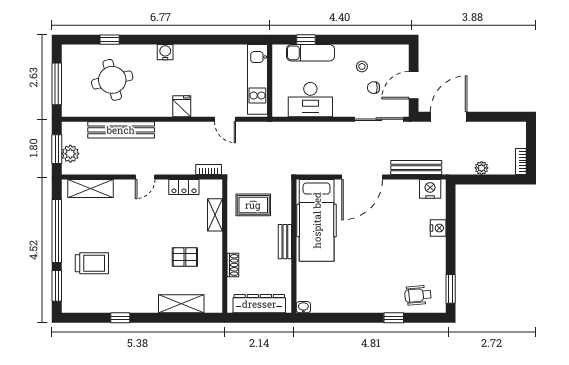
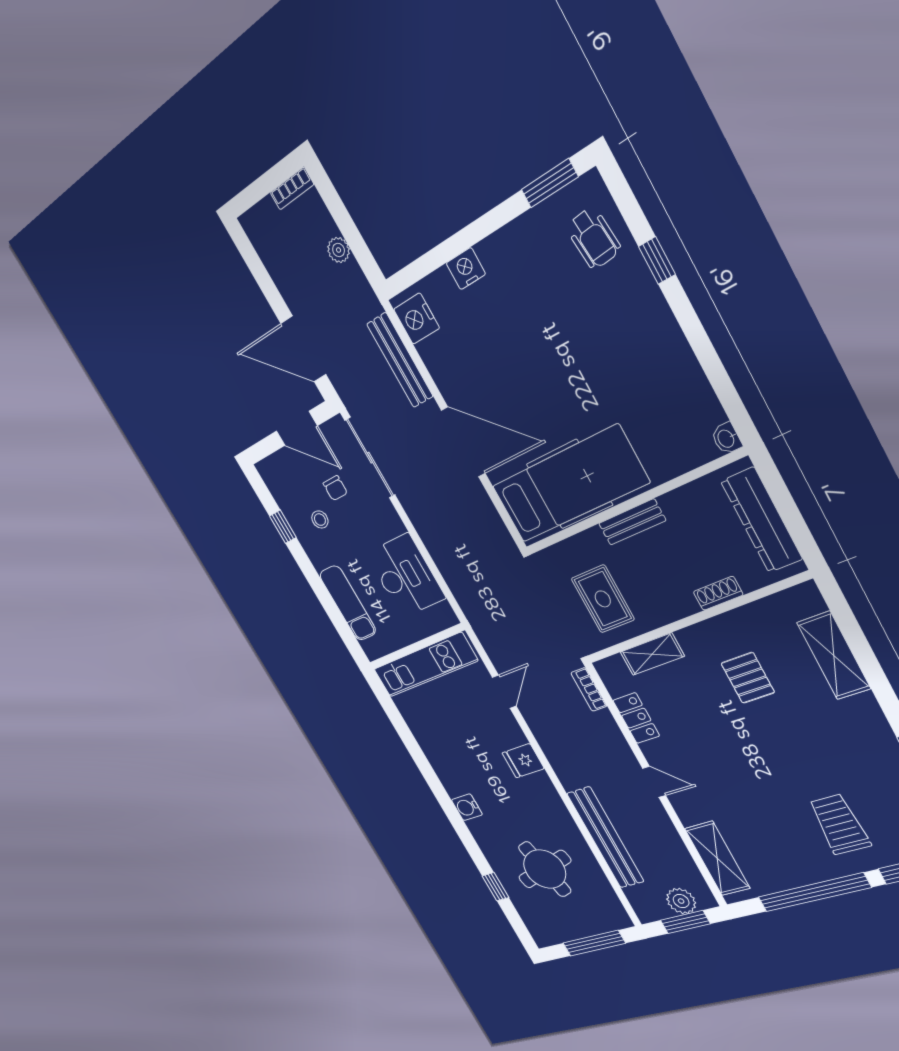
window: (306, 40) -> (283, 527), moved

